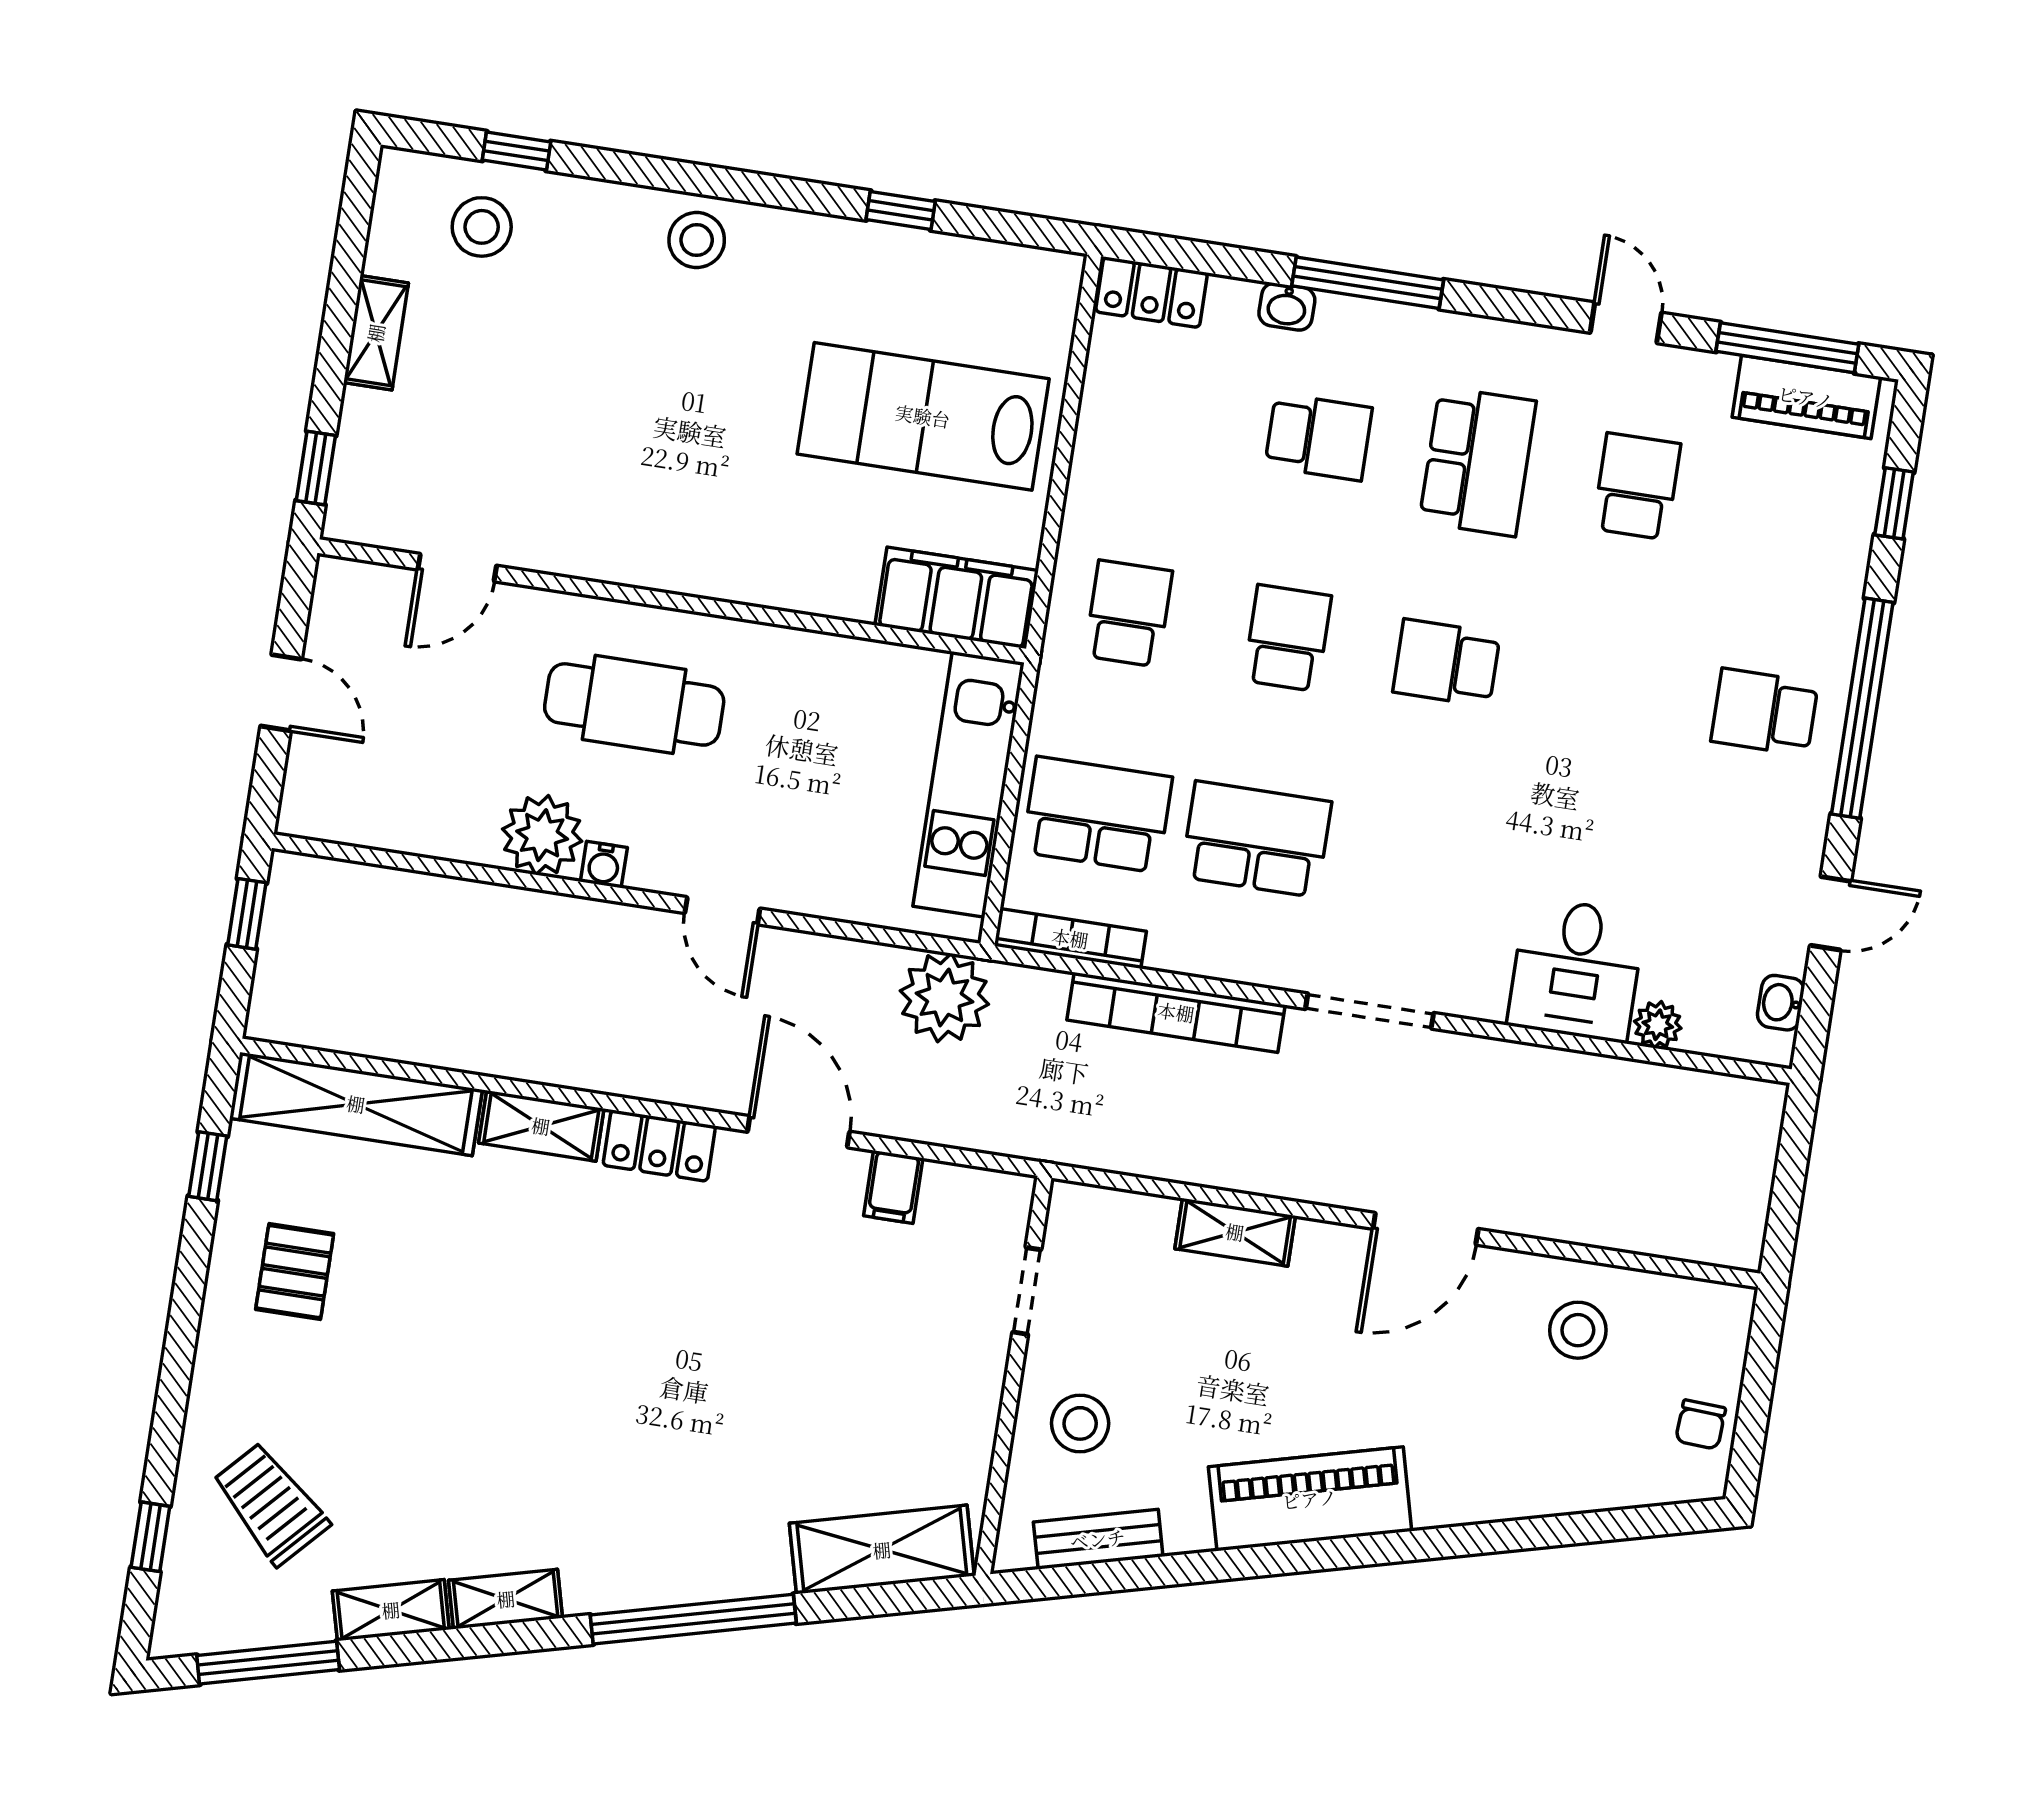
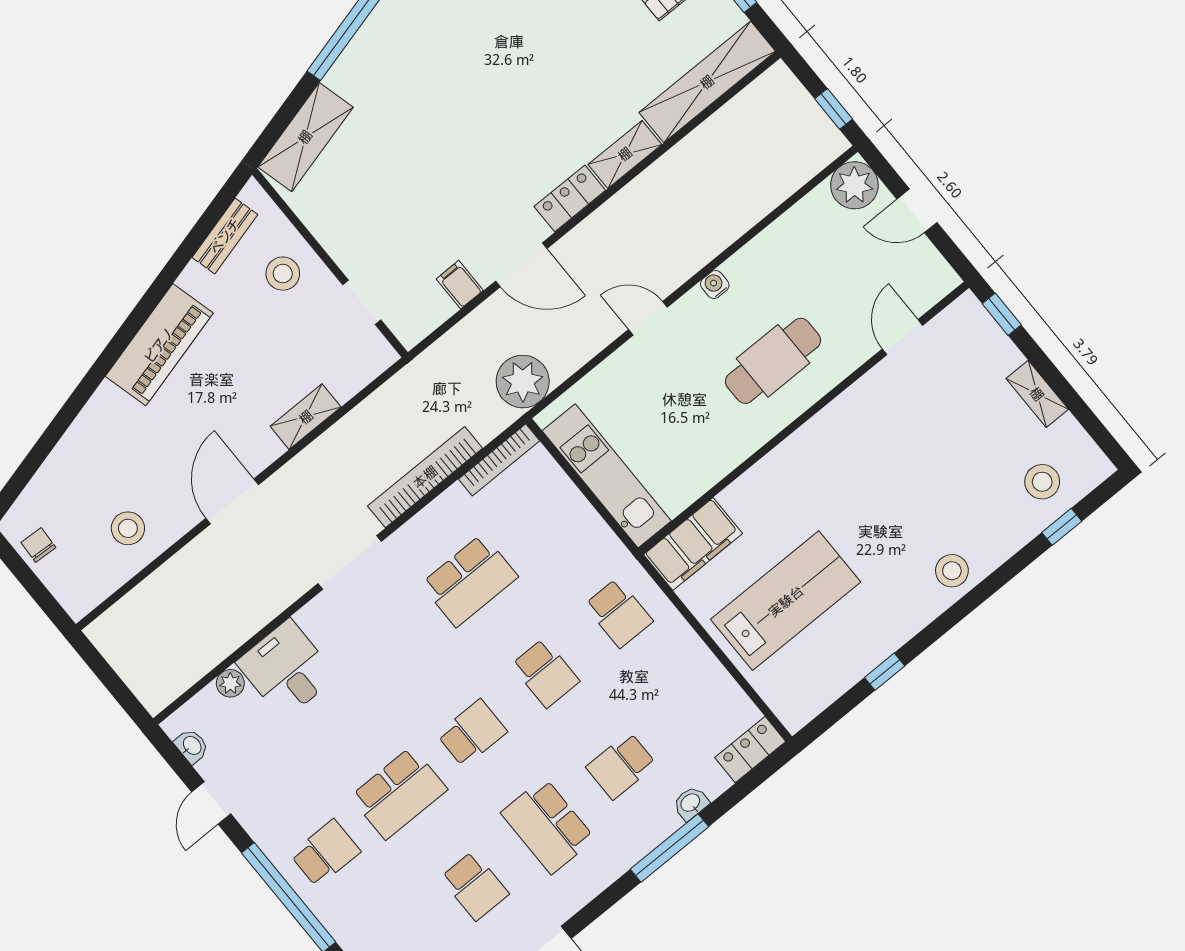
school desk: (1097, 815) -> (399, 793), moved
plant: (542, 835) -> (854, 185), moved

